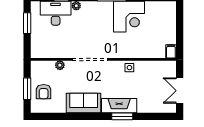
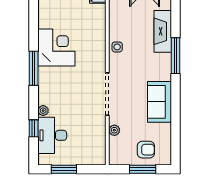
fireplace: (119, 106) -> (163, 31), moved
window: (122, 116) -> (175, 56), width x1.44

